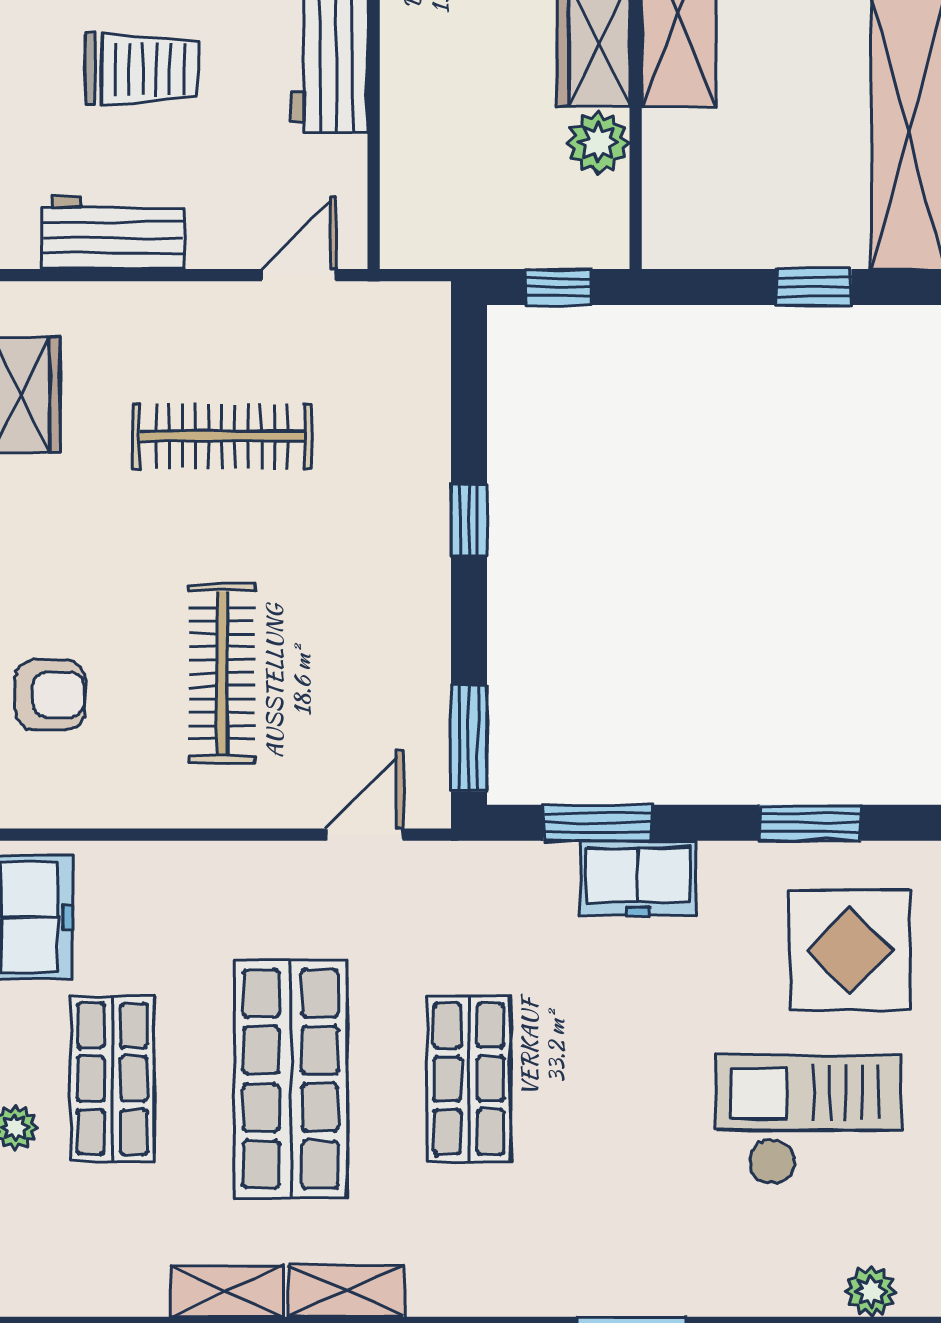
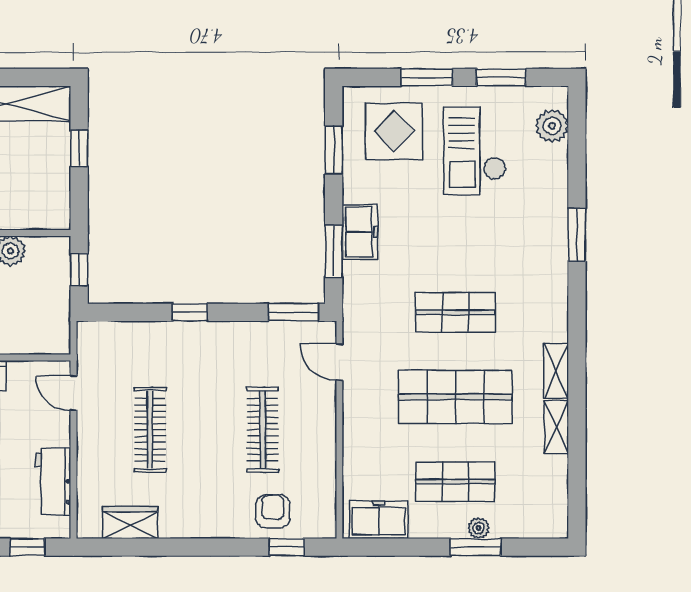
clothes rail: (222, 673) -> (263, 430), turned 90
plant: (871, 1292) -> (552, 126), width x1.38, depth x1.38

